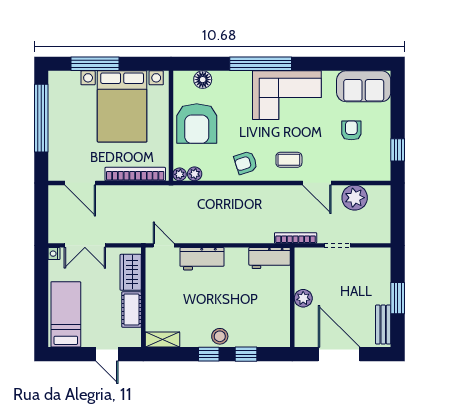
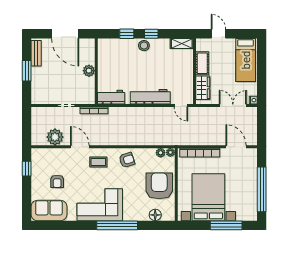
workbench: (202, 259) -> (150, 97), width x1.38

